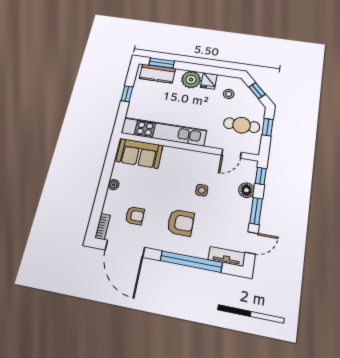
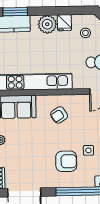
side table: (202, 190) -> (88, 150), moved
armchair: (135, 216) -> (59, 115), moved, turned 147

